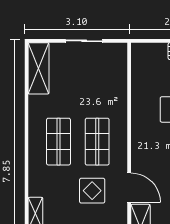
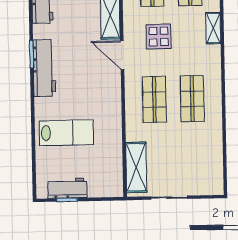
shelving: (39, 68) -> (136, 167), moved
display table: (92, 191) -> (159, 37), moved

